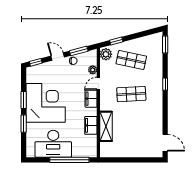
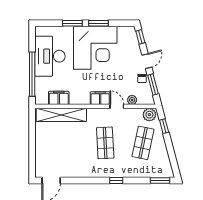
filing cabinet: (91, 125) -> (59, 98), moved
shelving: (106, 126) -> (61, 115), width x1.47

